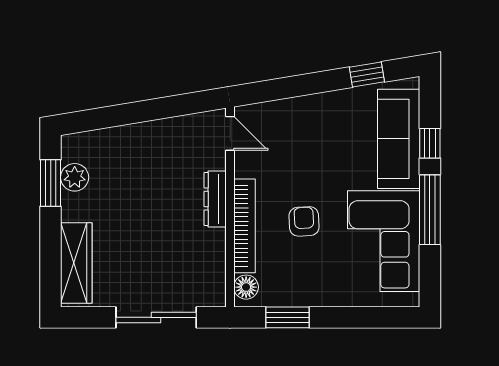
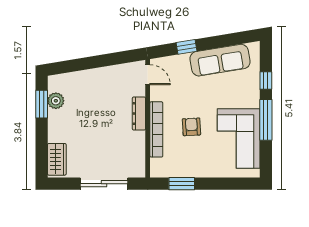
window: (367, 75) -> (187, 47), moved
sofa: (399, 139) -> (220, 60), moved, turned -99
wardrobe: (76, 263) -> (57, 159), width x0.67
floor lamp: (246, 287) -> (157, 166), removed

